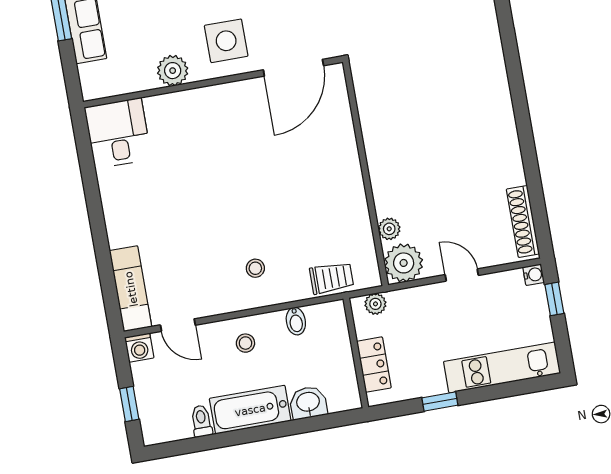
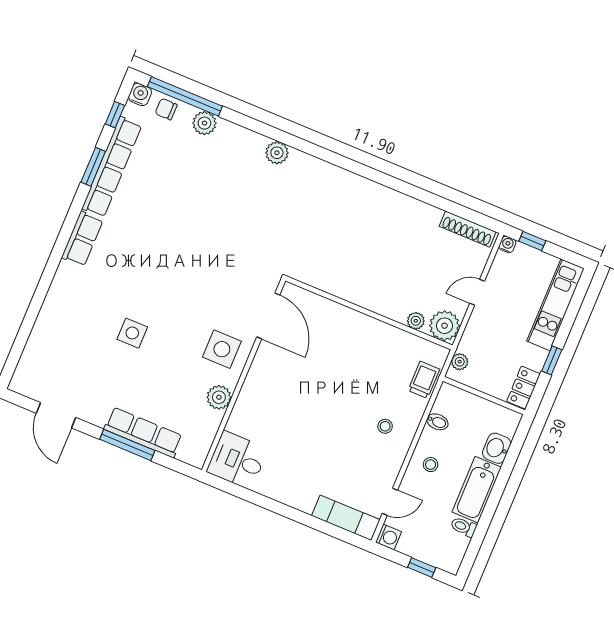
locker: (374, 365) -> (523, 388), moved, turned -90

